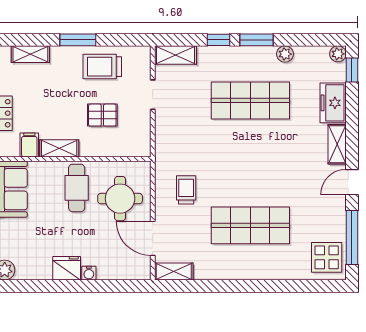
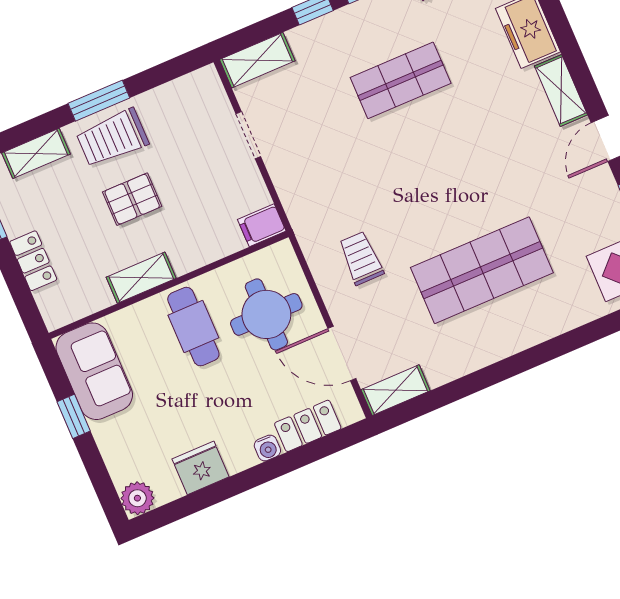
trolley: (102, 67) -> (112, 138), moved
shop shelf: (250, 100) -> (401, 80), width x0.70, depth x0.74
pallet: (102, 115) -> (132, 199), moved
filing cabinet: (29, 145) -> (262, 225), moved, turned -90
fridge: (67, 268) -> (201, 468), moved
locker: (117, 270) -> (308, 426), added

